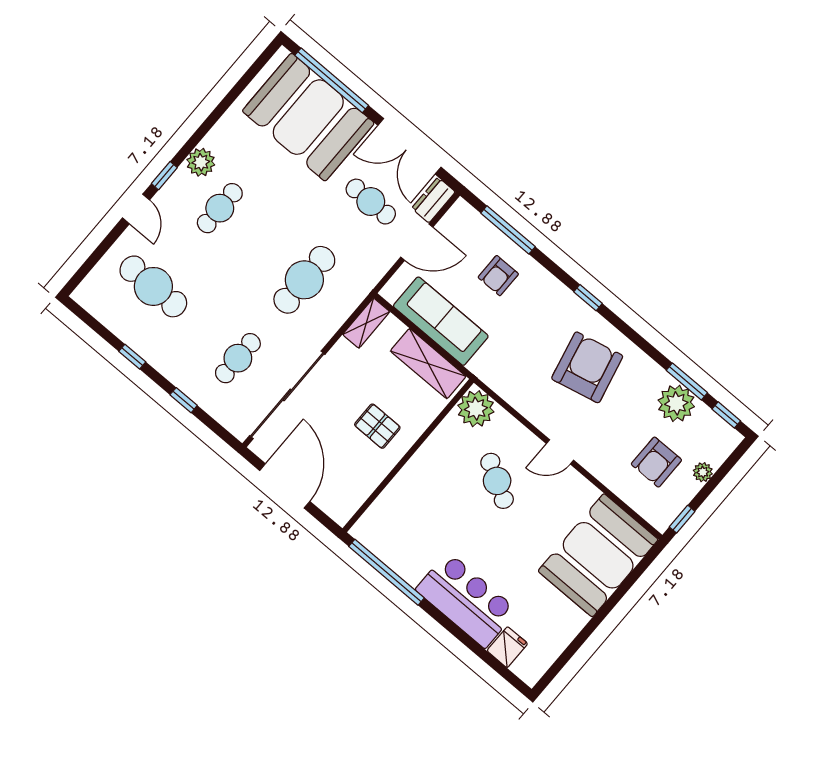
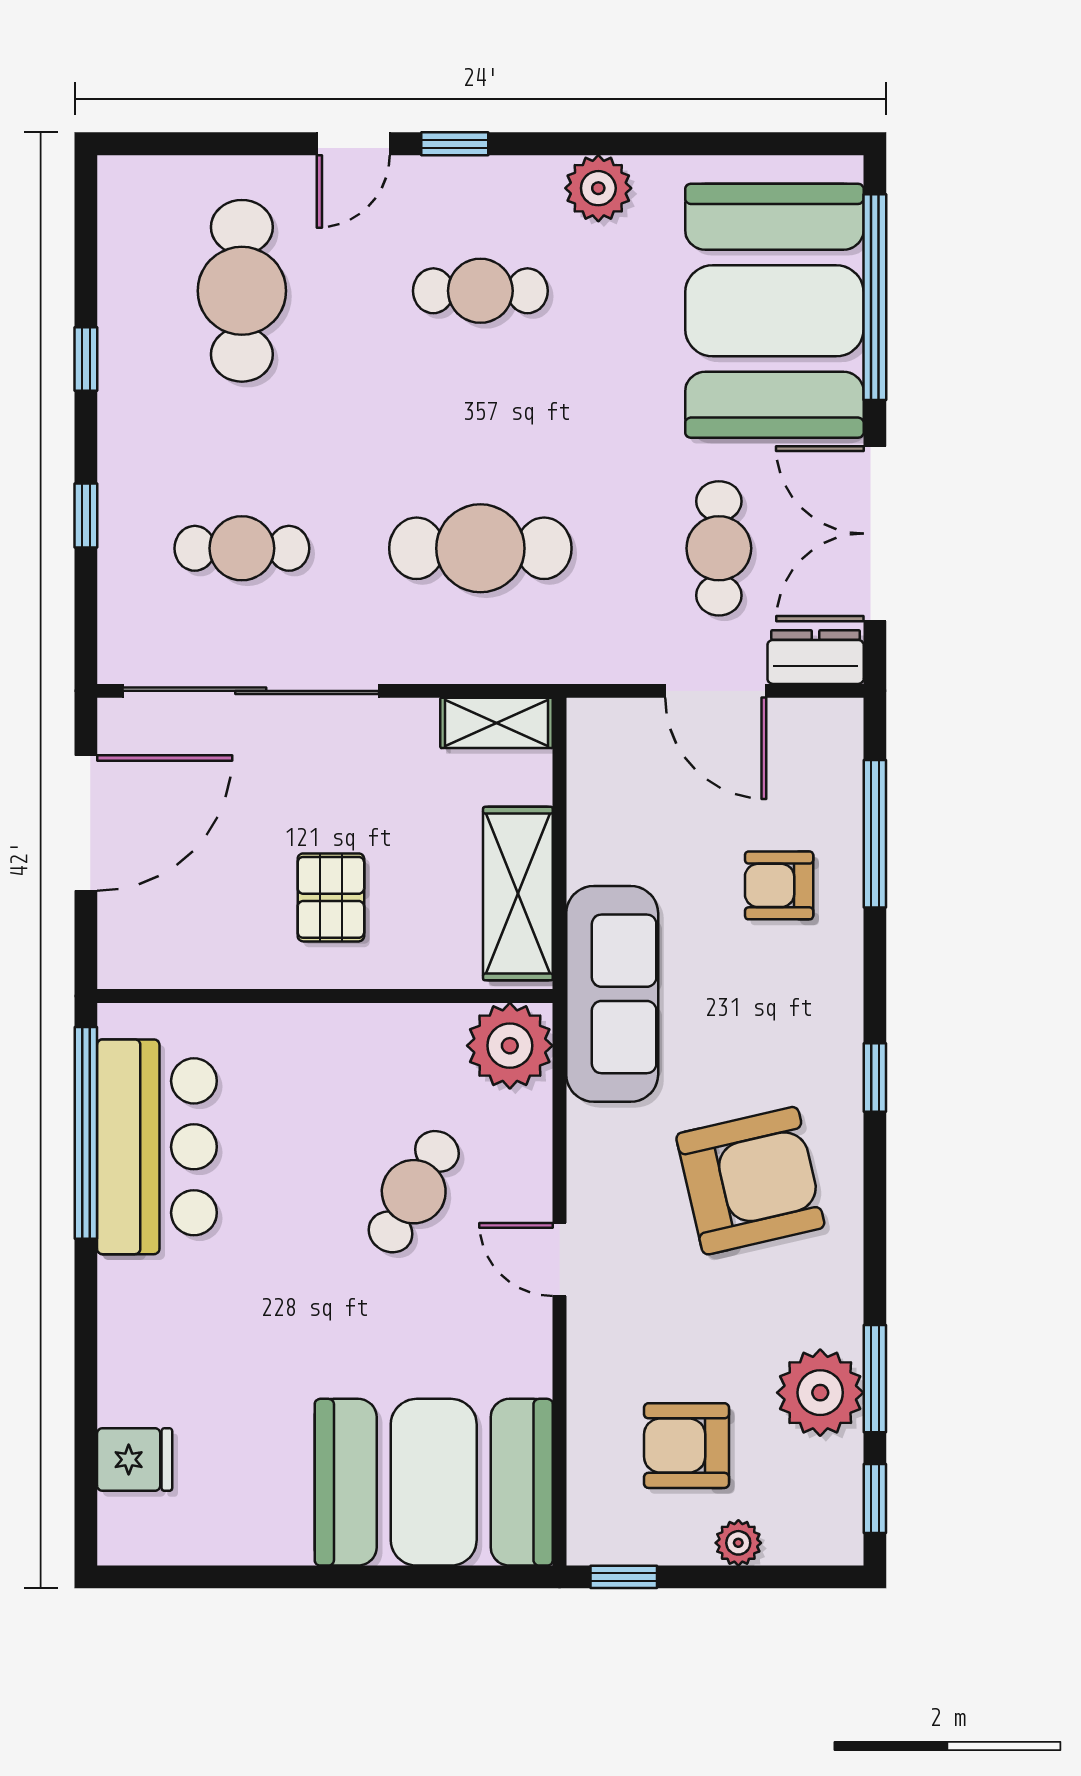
plant: (201, 162) -> (598, 188), moved
sofa: (441, 321) -> (612, 994), moved
bar counter: (466, 600) -> (157, 1147), moved

